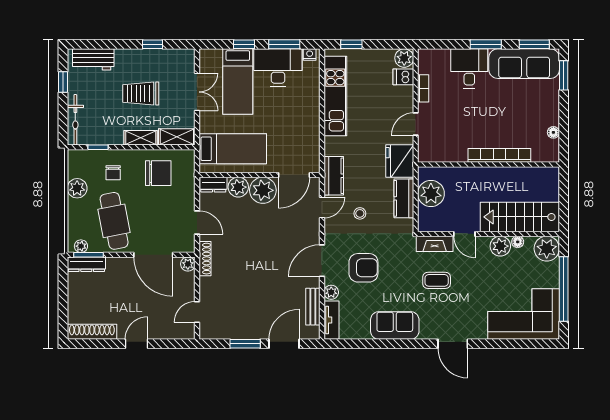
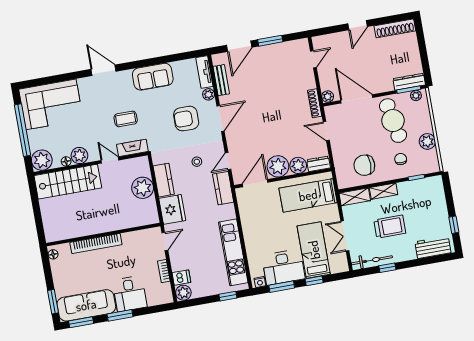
bicycle: (75, 120) -> (372, 260), moved, turned 90
bookcase: (499, 155) -> (96, 244), moved
wall: (489, 165) -> (103, 235), moved

